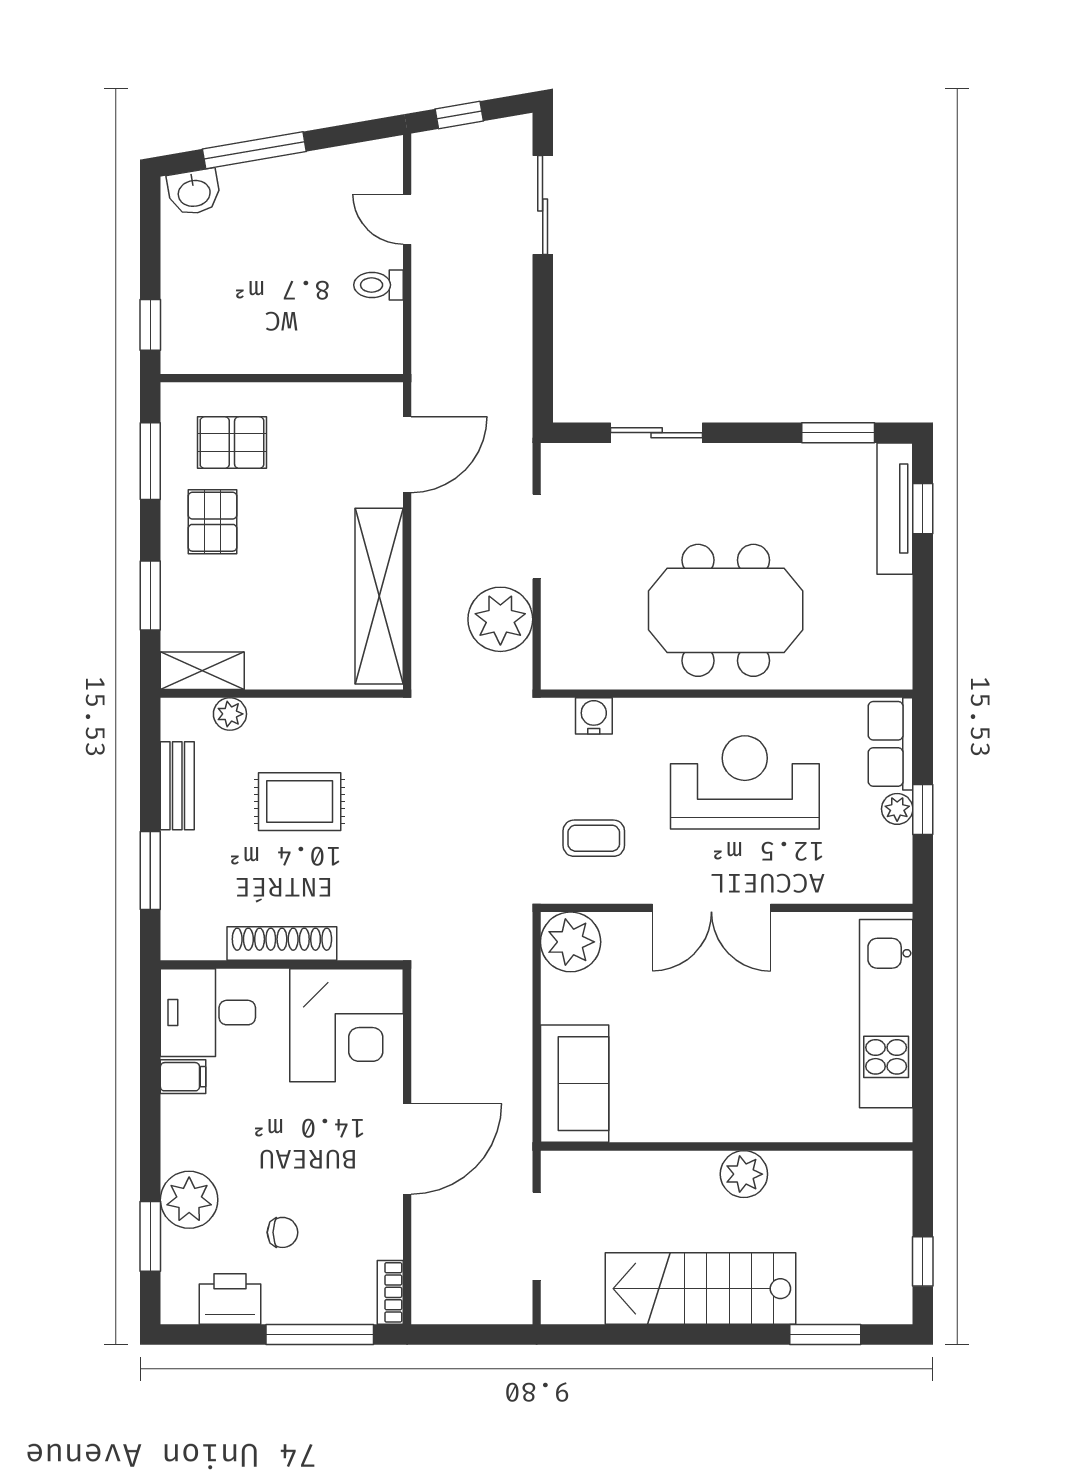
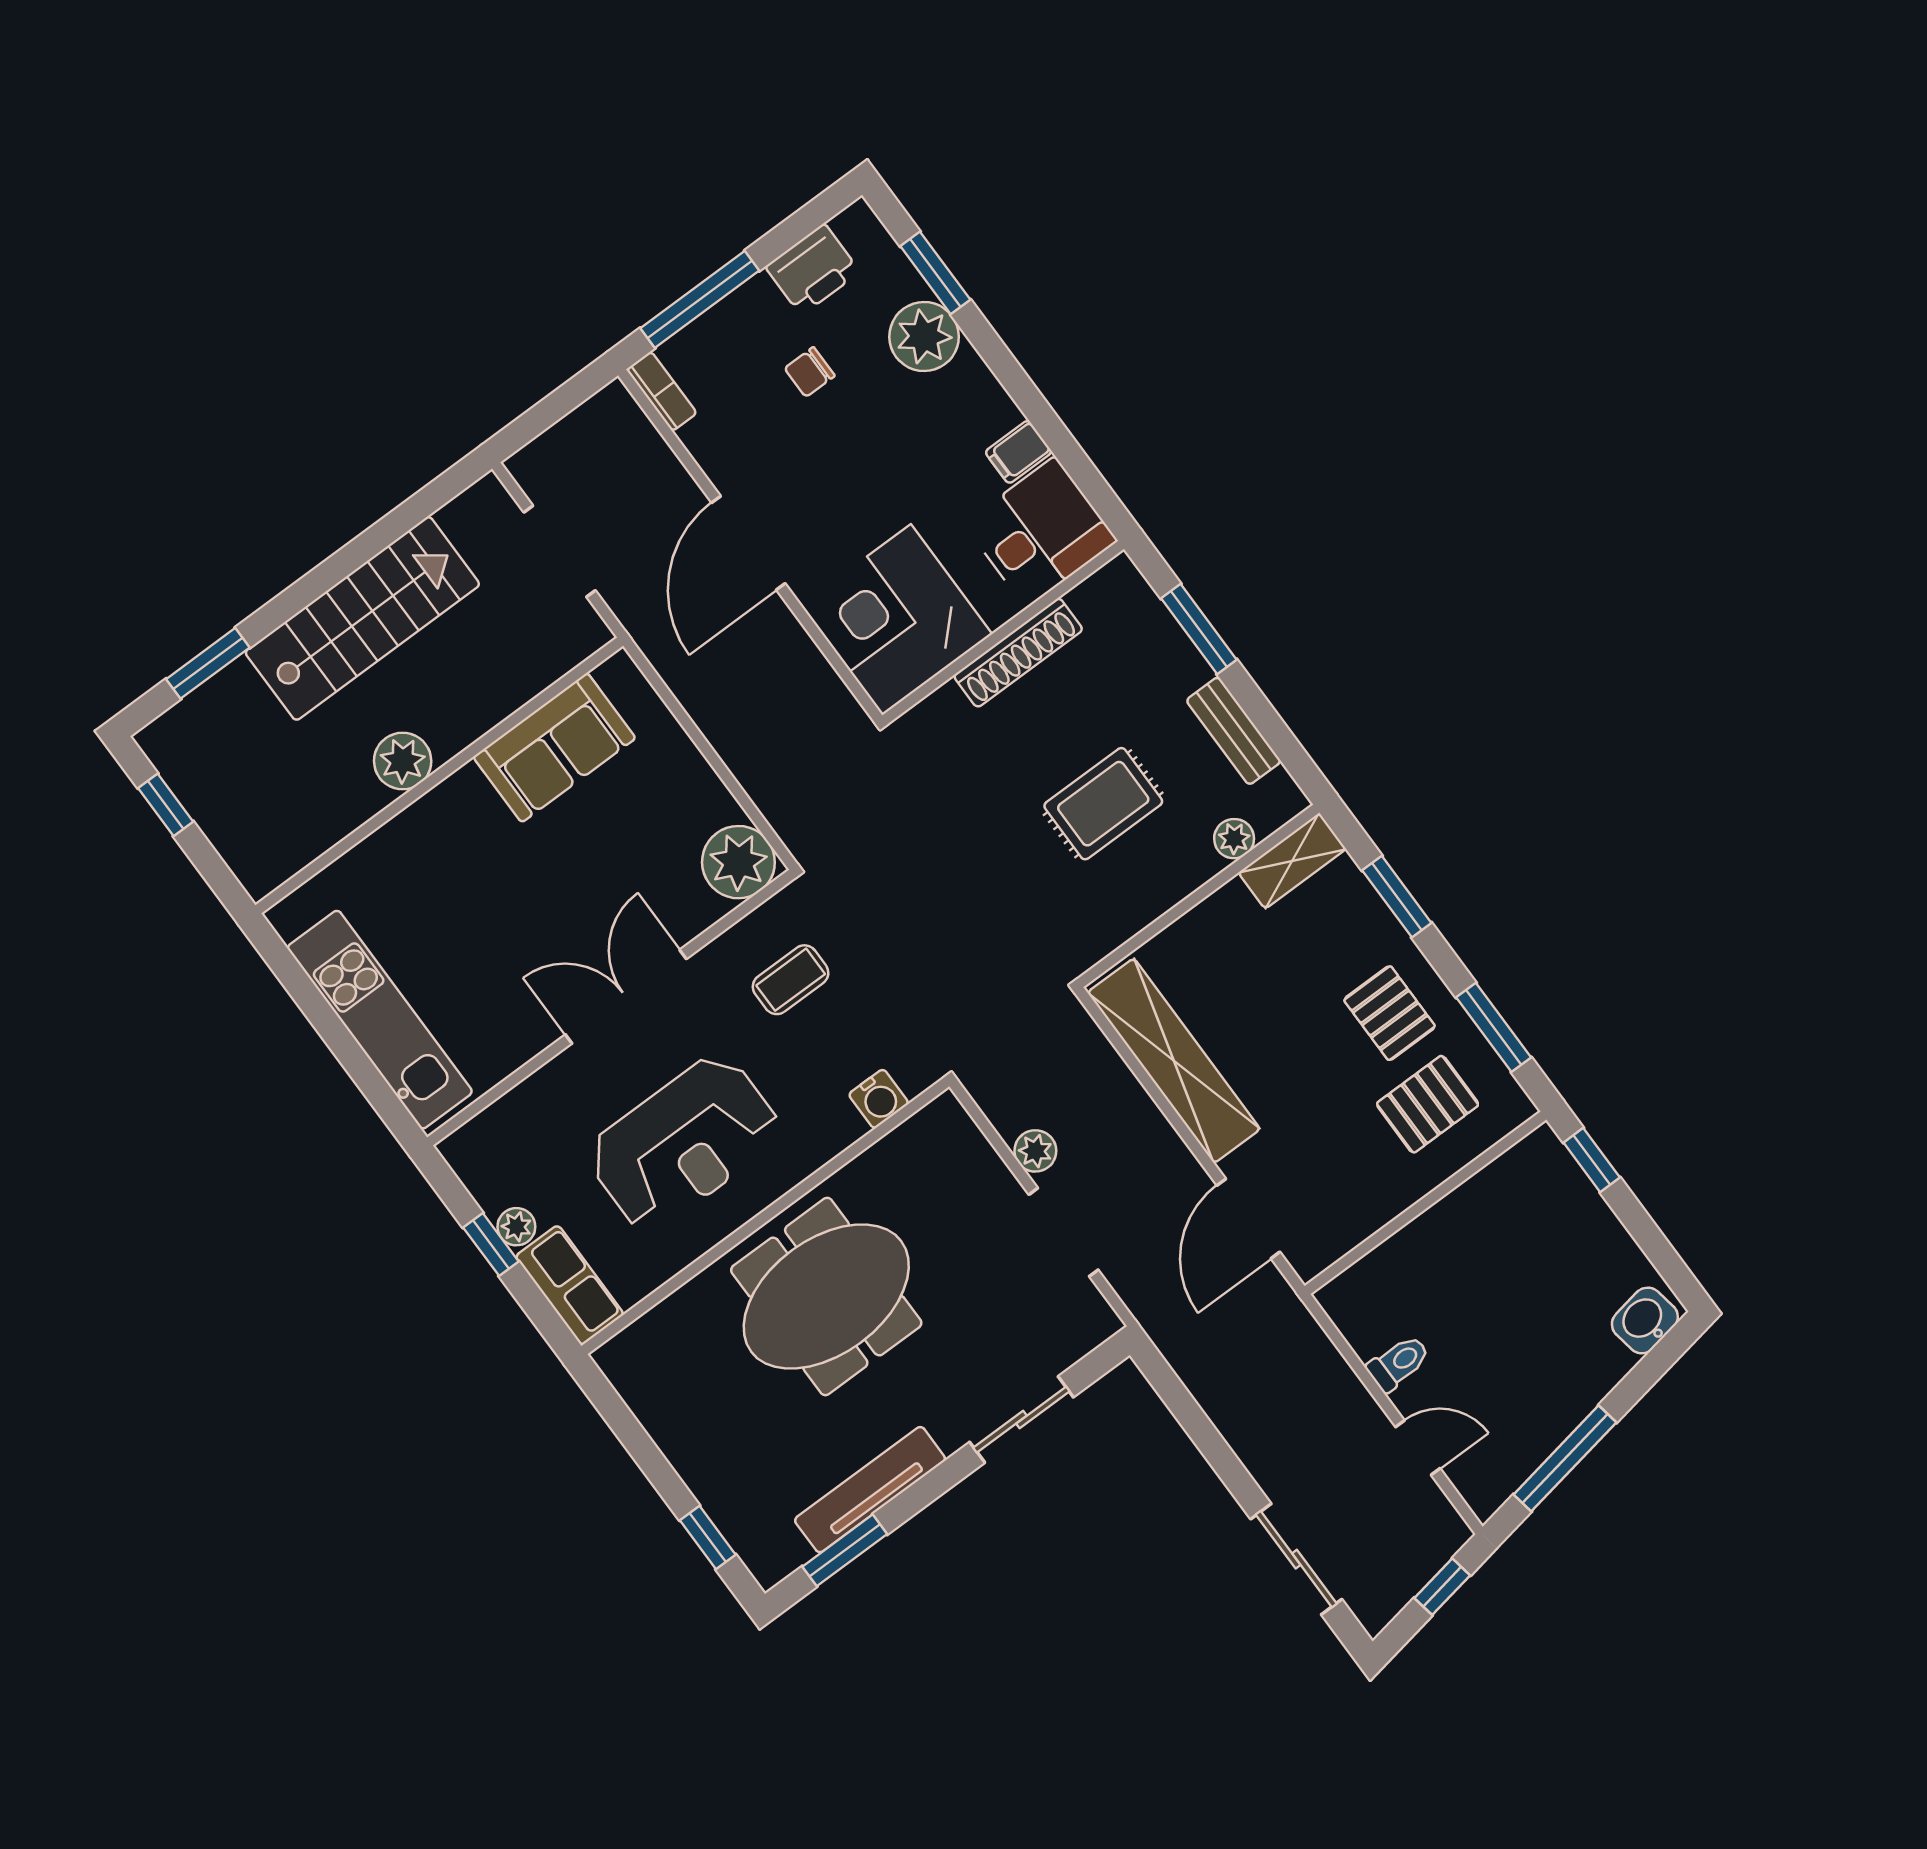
window: (254, 150) -> (1565, 1458), moved
tv unit: (895, 509) -> (870, 1490), moved, turned -90
plant: (500, 619) -> (1035, 1151), width x0.53, depth x0.53
sofa: (575, 1084) -> (554, 748), moved, turned -90

